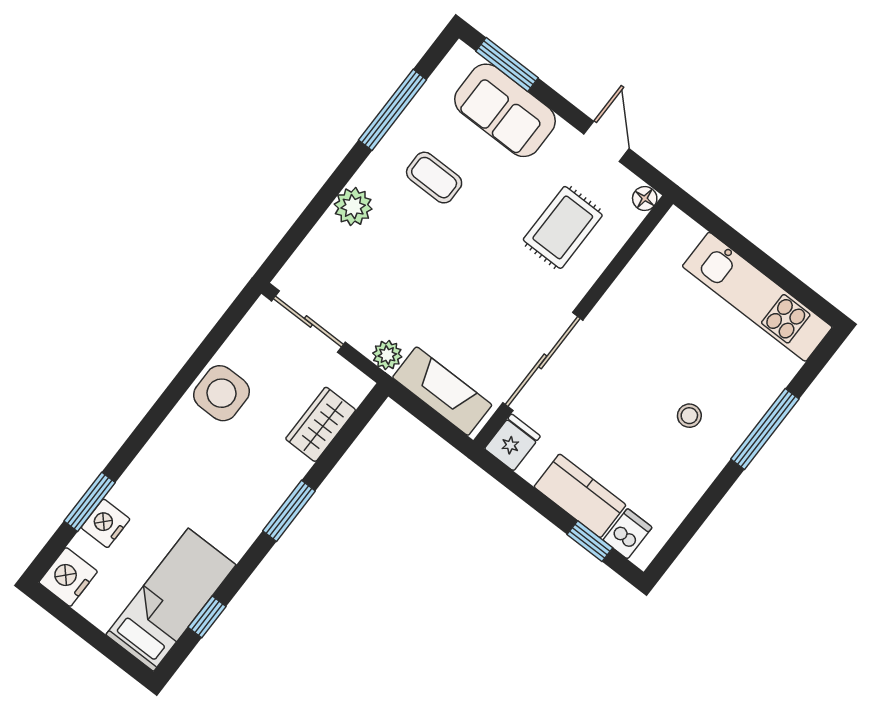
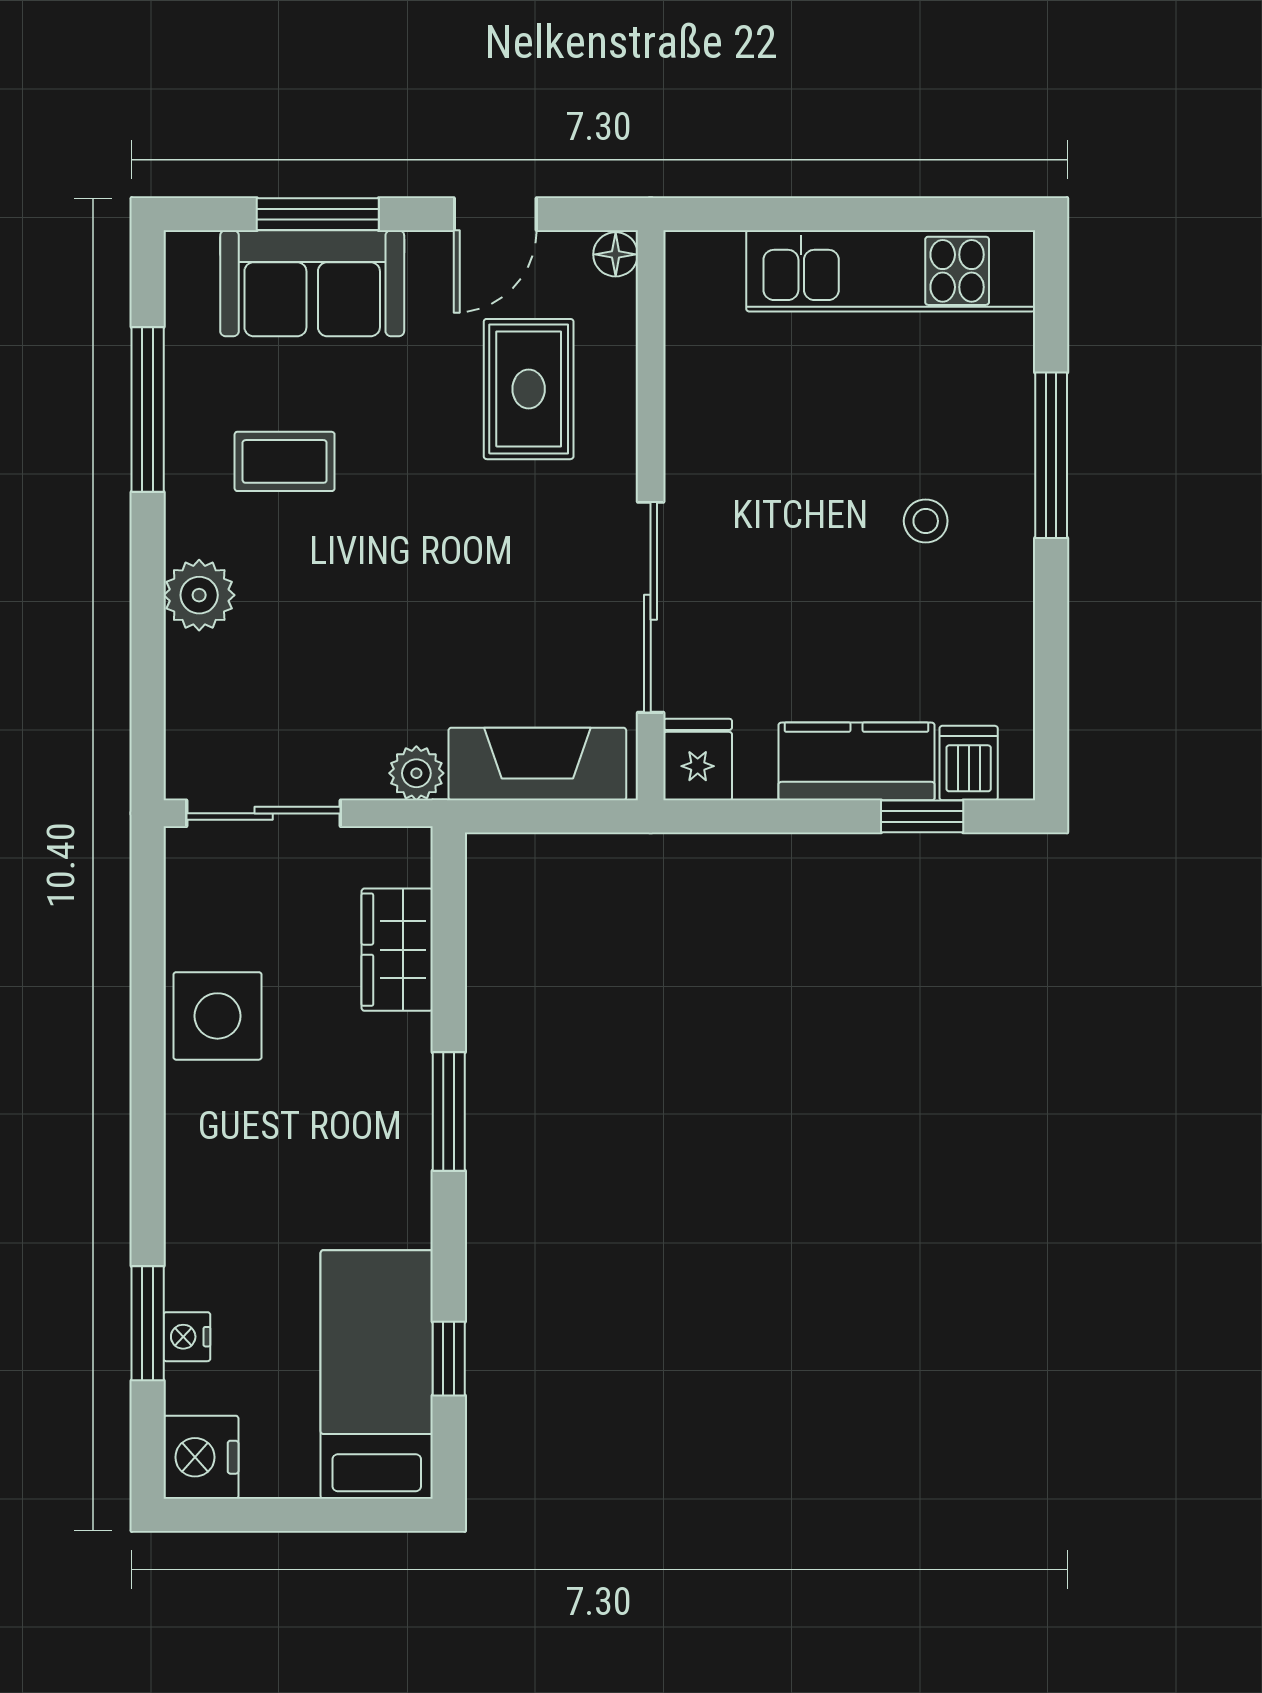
window: (507, 65) -> (318, 214), moved
door: (606, 141) -> (495, 214), swing flipped
nightstand: (106, 523) -> (187, 1337), width x0.72, depth x0.74

